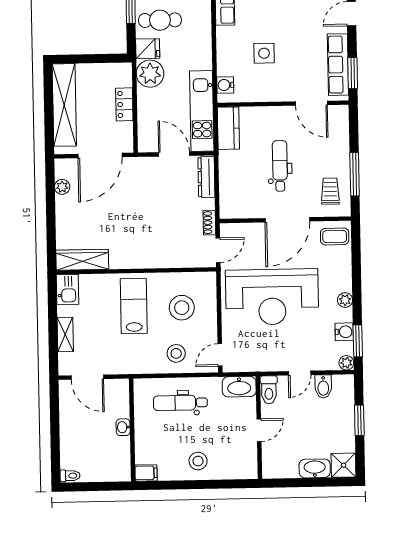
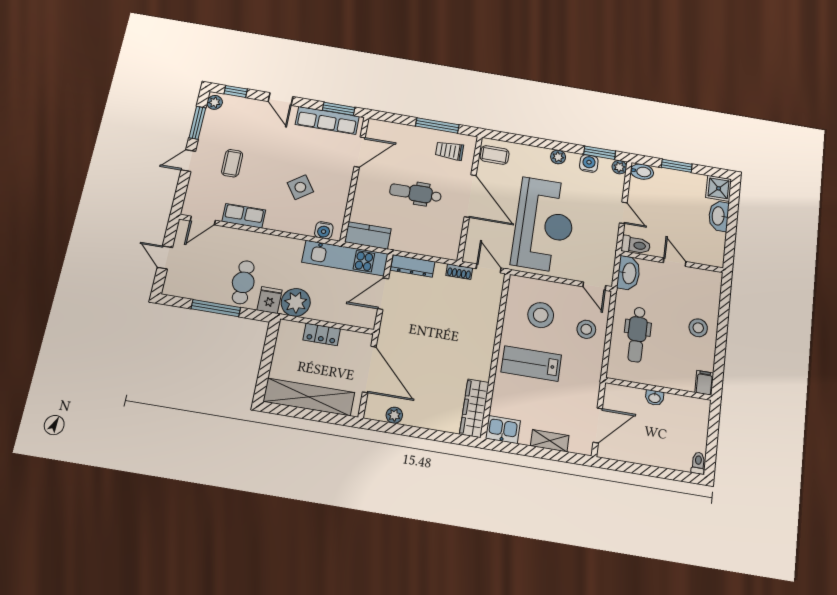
side table: (264, 53) -> (300, 187), turned -35
coffee table: (335, 236) -> (495, 155), turned 90
bidet: (323, 386) -> (642, 172), moved

